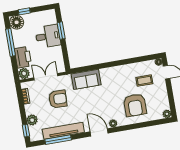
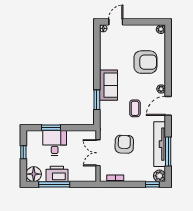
window: (24, 11) -> (23, 152), moved
printer: (23, 57) -> (57, 174), moved
window: (93, 67) -> (97, 100), added
plant: (24, 73) -> (90, 176), removed
sofa: (86, 79) -> (108, 85), moved
coffee table: (144, 81) -> (135, 108), moved
plant: (32, 120) -> (159, 176), moved

